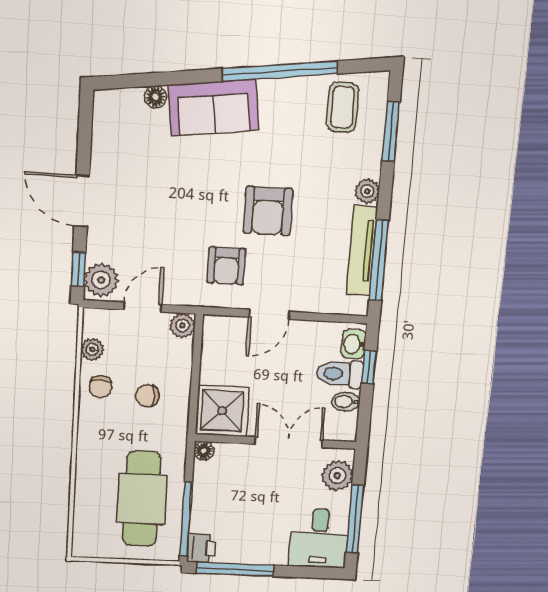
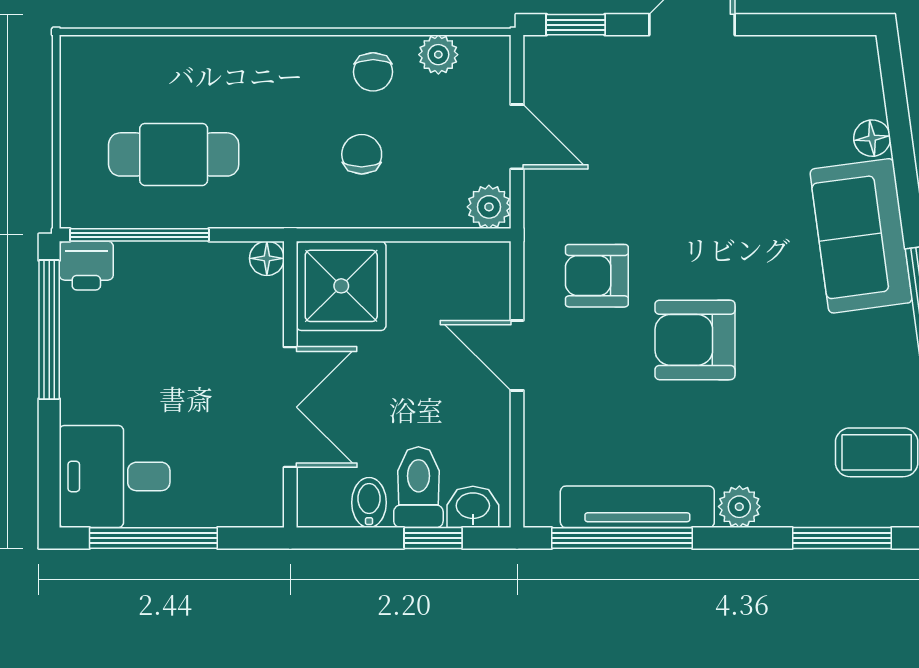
plant: (101, 280) -> (560, 64), removed
chair: (100, 387) -> (373, 72), turned -90
plant: (337, 476) -> (233, 499), removed
cafe table: (142, 499) -> (174, 154), width x0.73, depth x0.74

